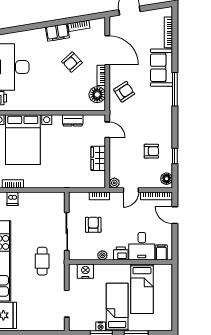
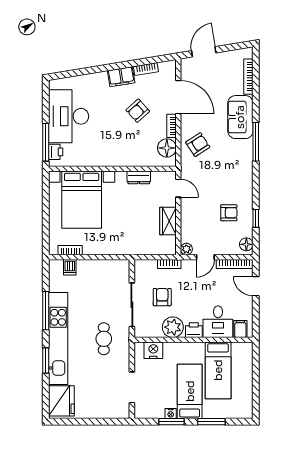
plant: (102, 255) -> (173, 327), width x1.88, depth x1.88

